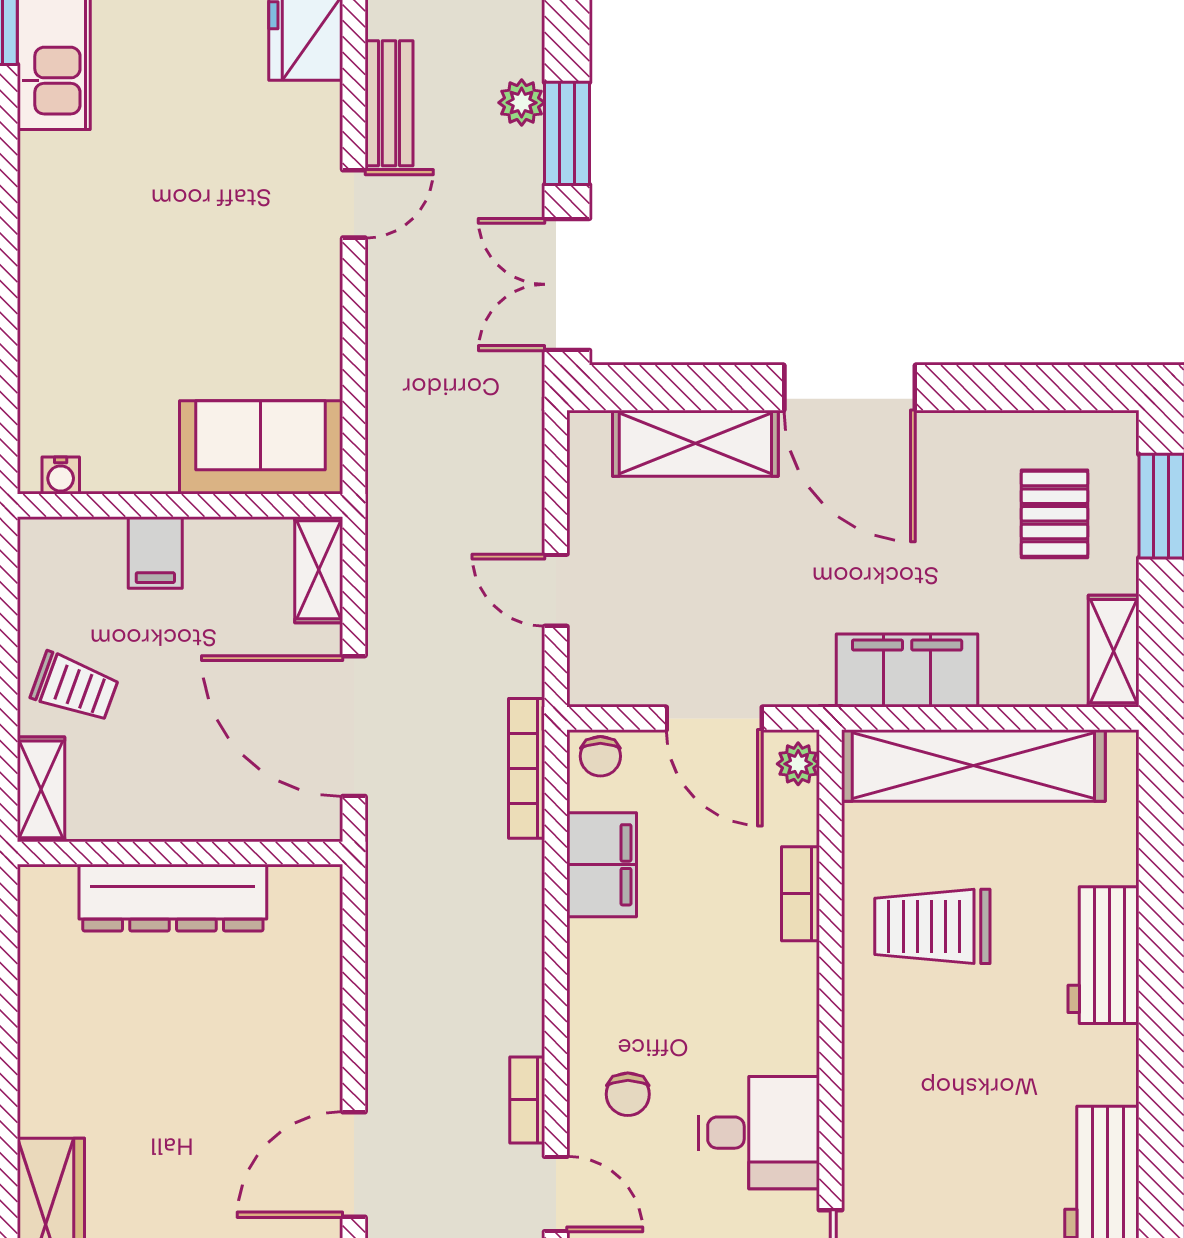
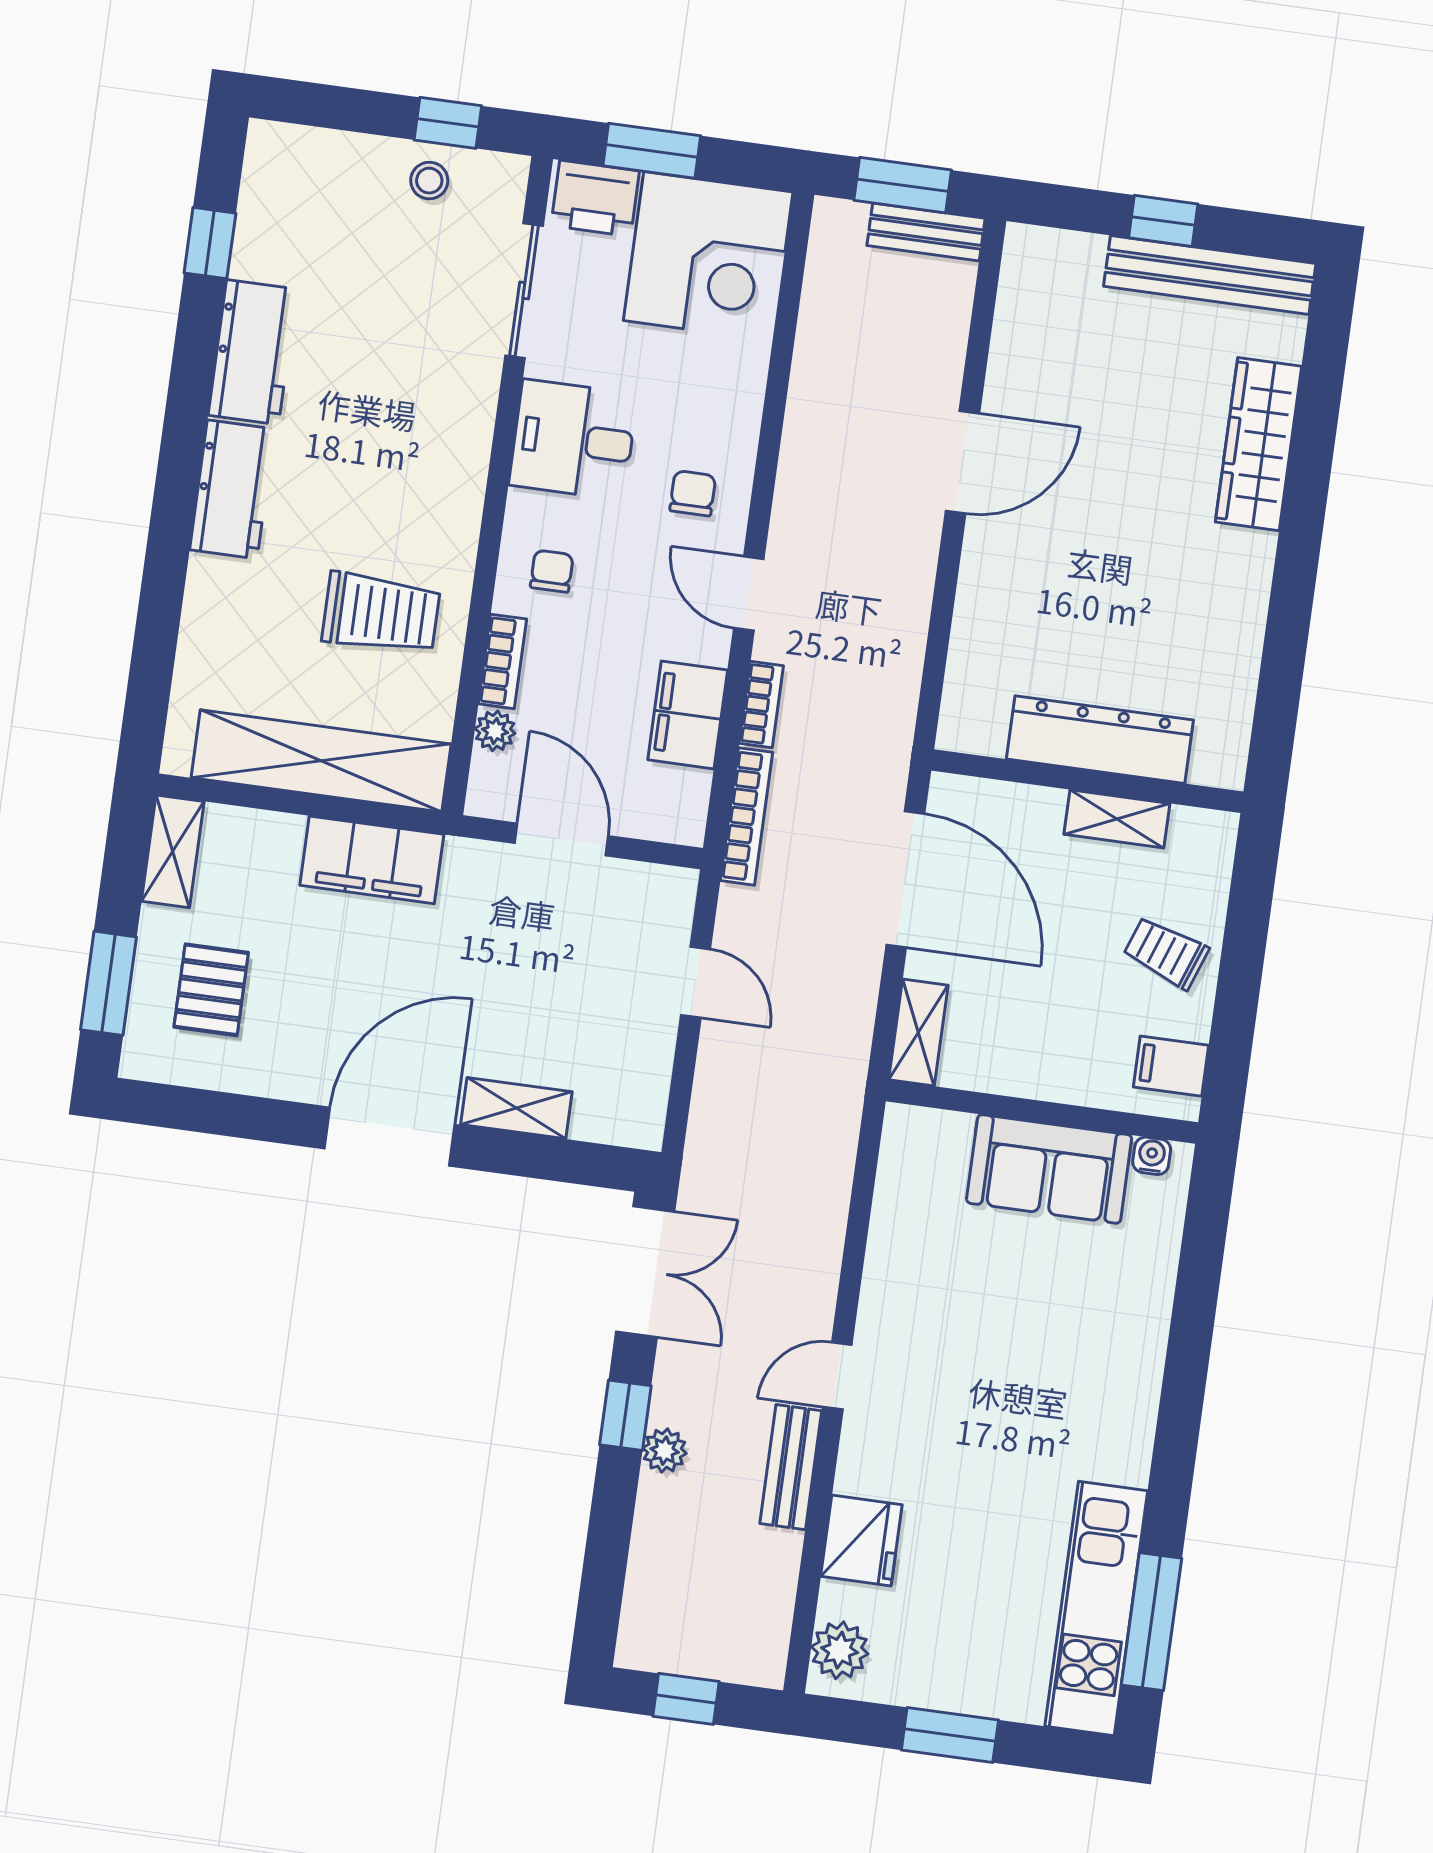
window: (567, 133) -> (625, 1415), width x0.67
door: (850, 388) -> (390, 1137), hinge flipped
shelving: (695, 443) -> (516, 1108), width x0.67, depth x0.75
sofa: (260, 447) -> (1049, 1169), moved
filing cabinet: (155, 552) -> (1171, 1066), moved, turned -90
chair: (600, 756) -> (552, 571), moved
plant: (798, 764) -> (495, 731), moved
shelving: (41, 789) -> (1117, 819), moved, turned 90
workbench: (1103, 955) -> (232, 489), moved
bookcase: (527, 1100) -> (761, 704), moved
door: (556, 1194) -> (749, 594), moved

